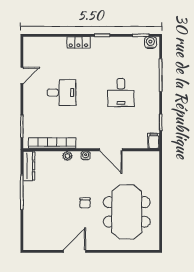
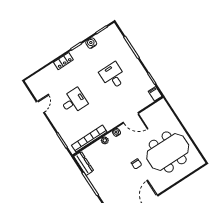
water cooler: (150, 42) -> (91, 43), moved
desk: (121, 93) -> (113, 76), turned 180
meeting table: (127, 212) -> (168, 152), turned 90

